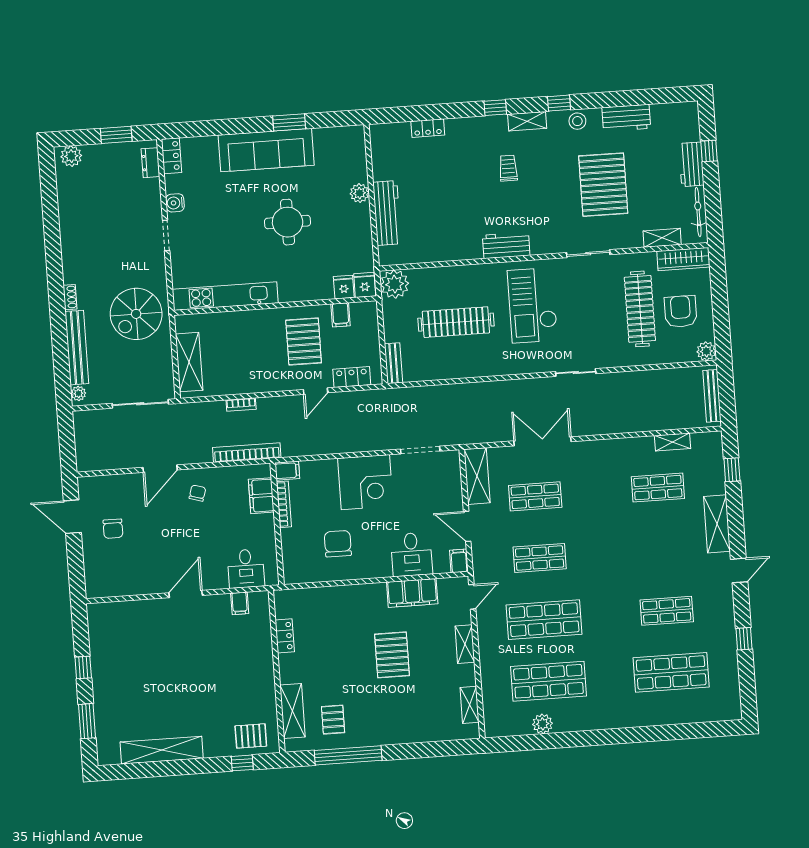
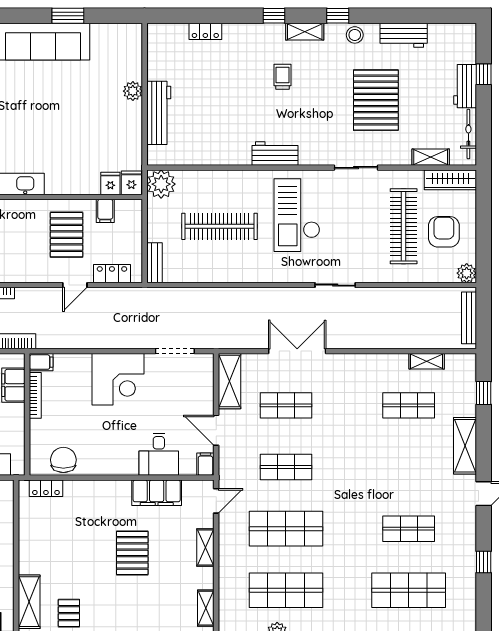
round table: (288, 222) -> (59, 115), removed
chair: (338, 544) -> (63, 460), moved
locker: (285, 636) -> (46, 488), moved, turned 90

